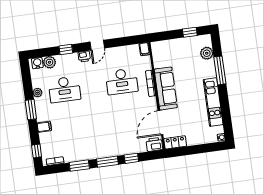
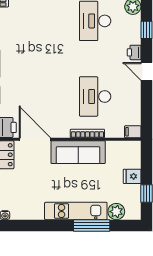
fridge: (178, 45) -> (132, 176), added
kitchen unit: (213, 102) -> (76, 211), moved

